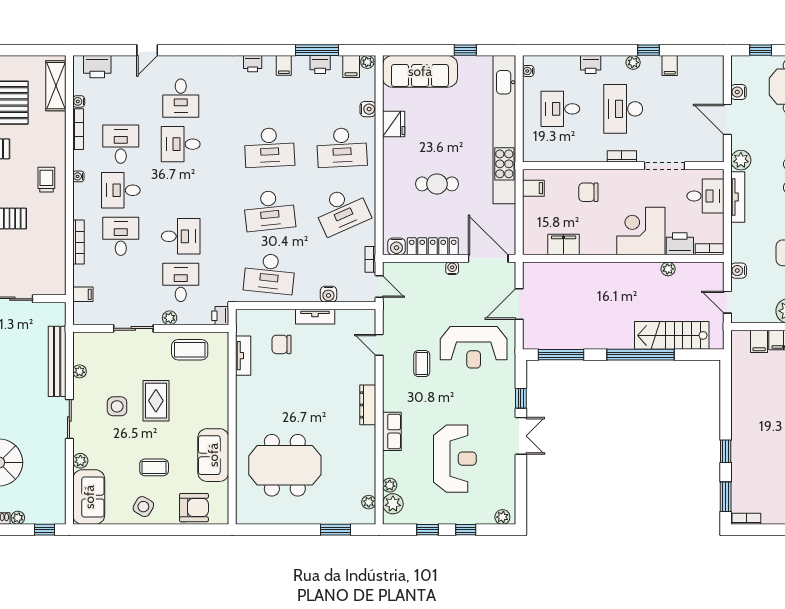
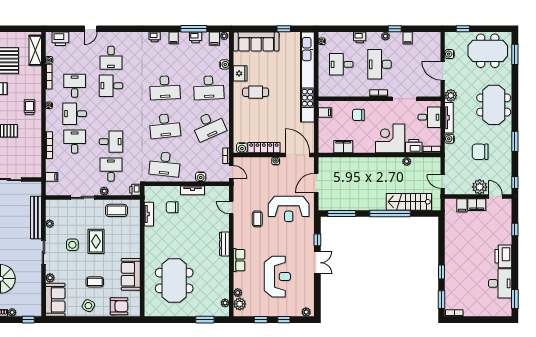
cafe table: (437, 184) -> (256, 92), moved
water cooler: (739, 271) -> (449, 139), moved
meeting table: (285, 465) -> (174, 281), turned 90

